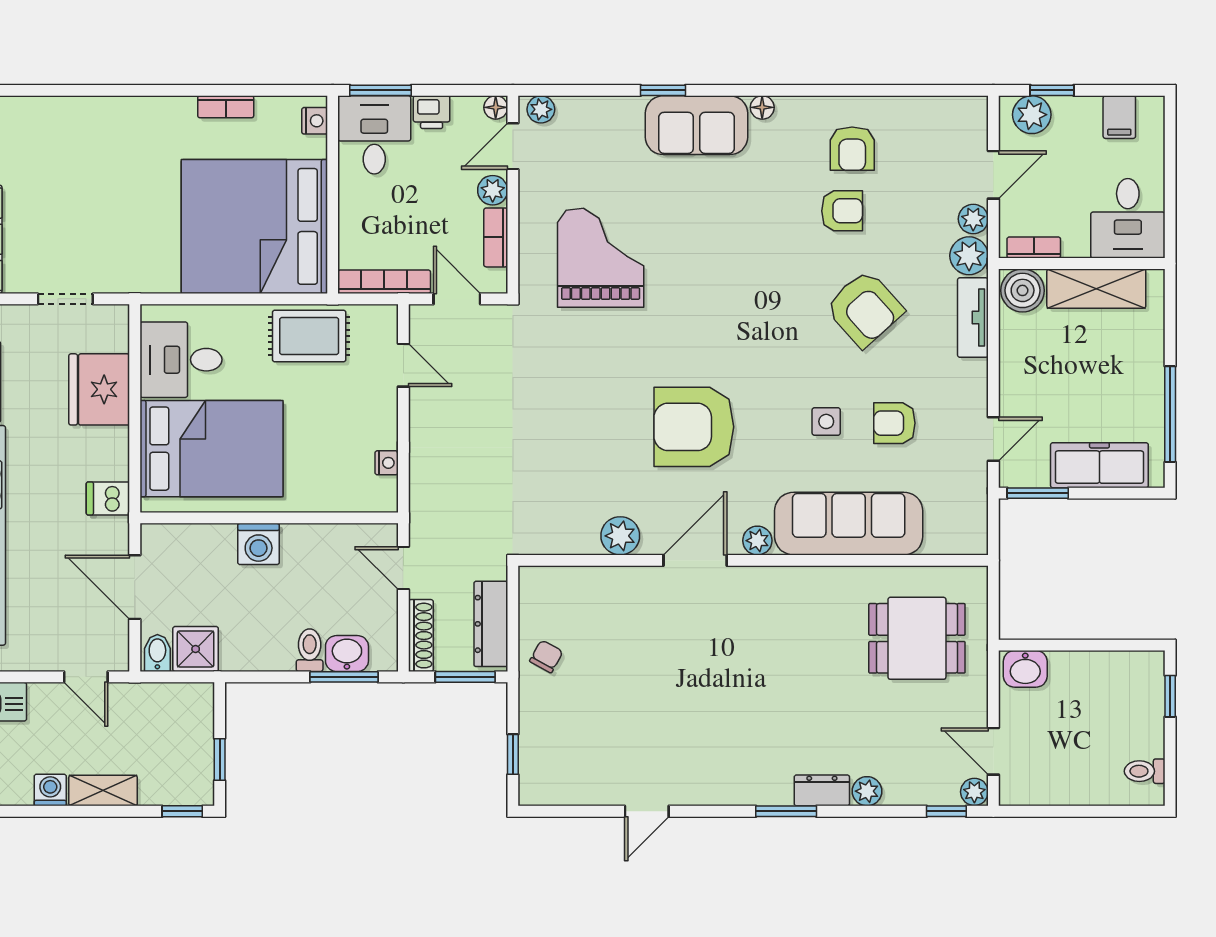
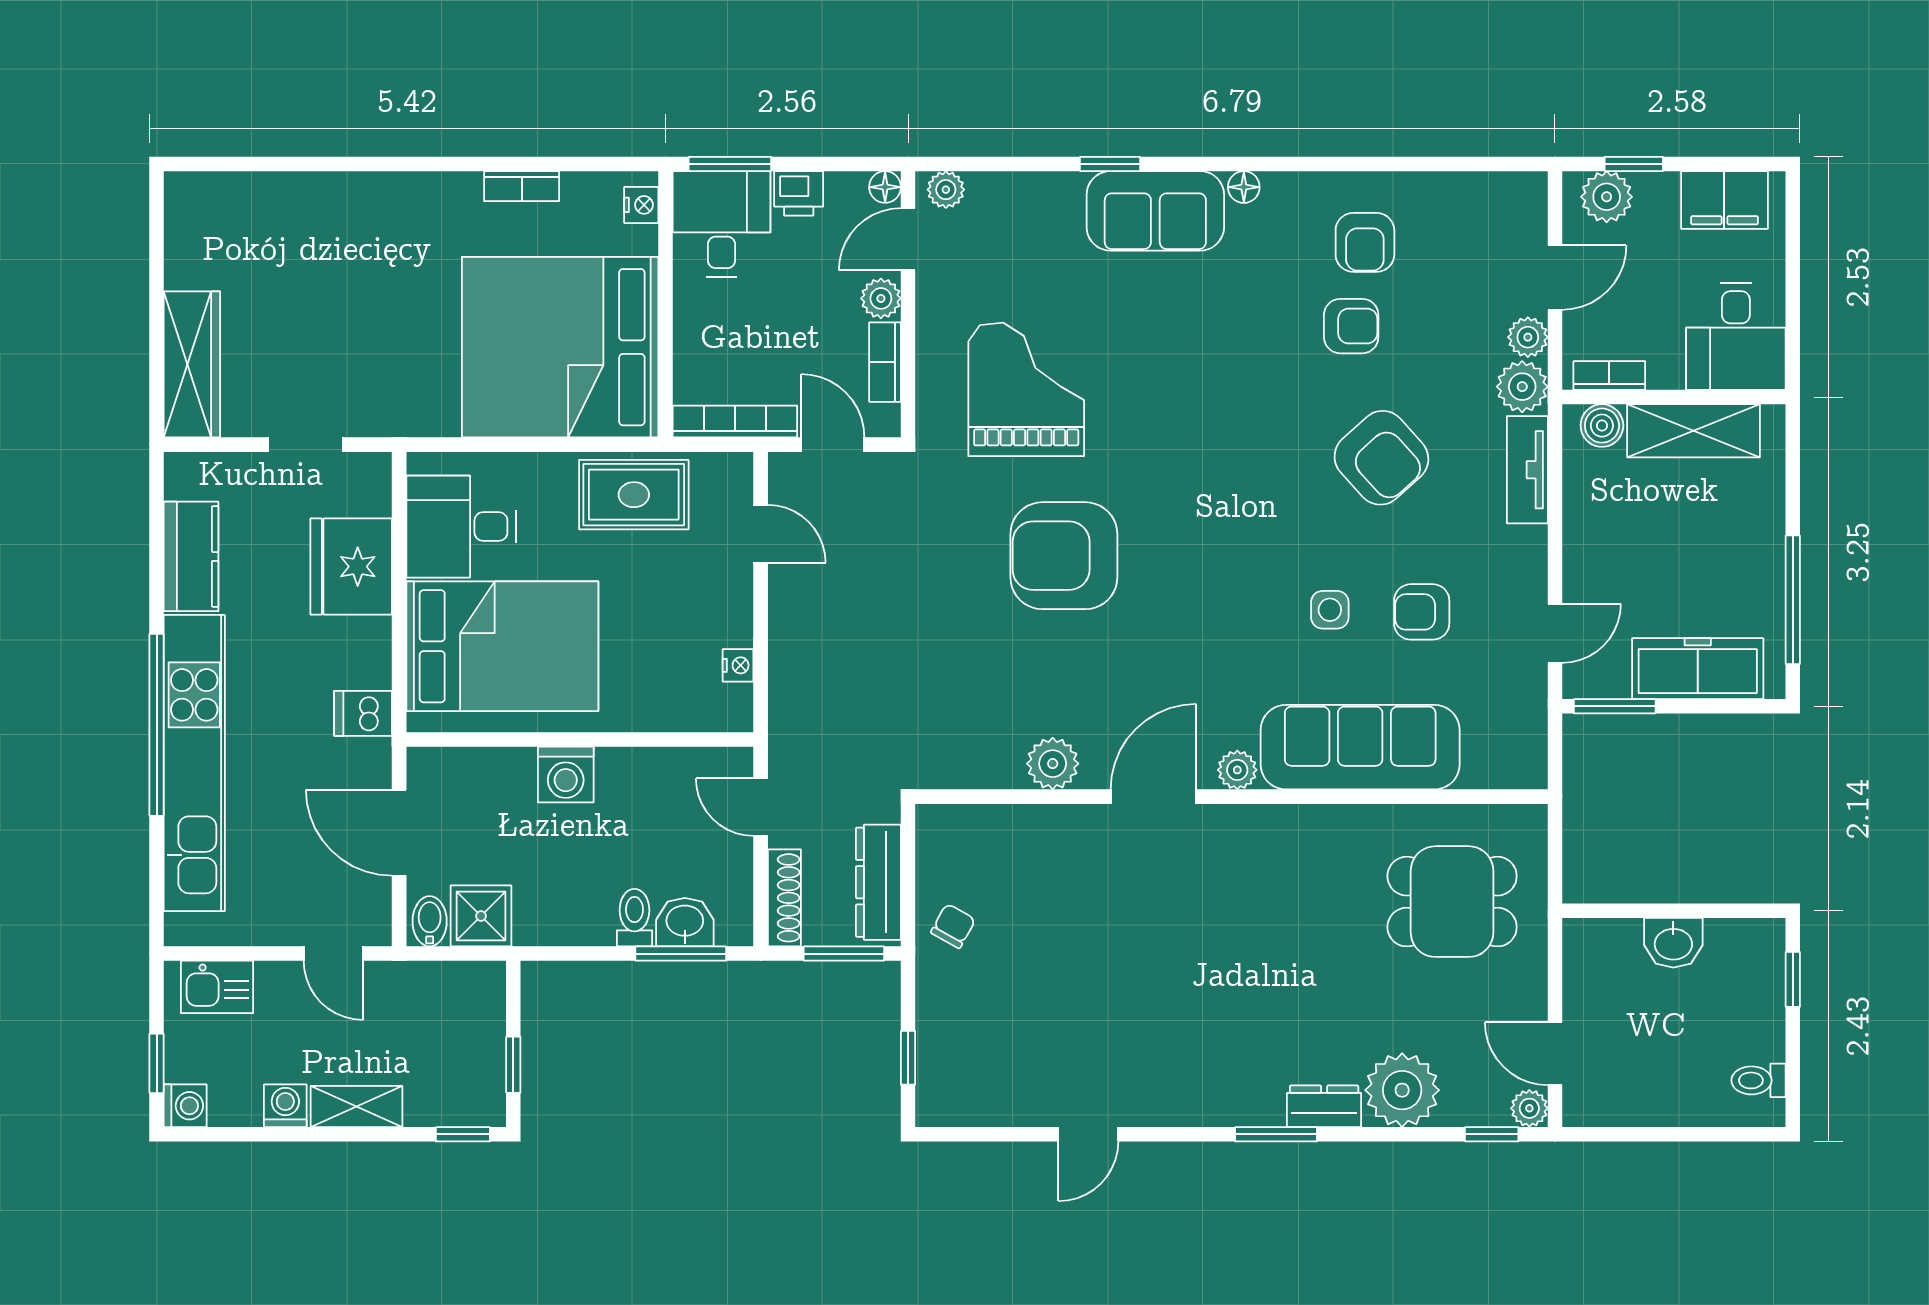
filing cabinet: (1119, 117) -> (1724, 200), width x2.00
boiler: (1023, 290) -> (1602, 426), width x0.73, depth x0.73
armchair: (694, 427) -> (1064, 556), moved
washbasin: (1025, 669) -> (1673, 943), moved
plant: (867, 791) -> (1402, 1090), width x1.88, depth x1.88

